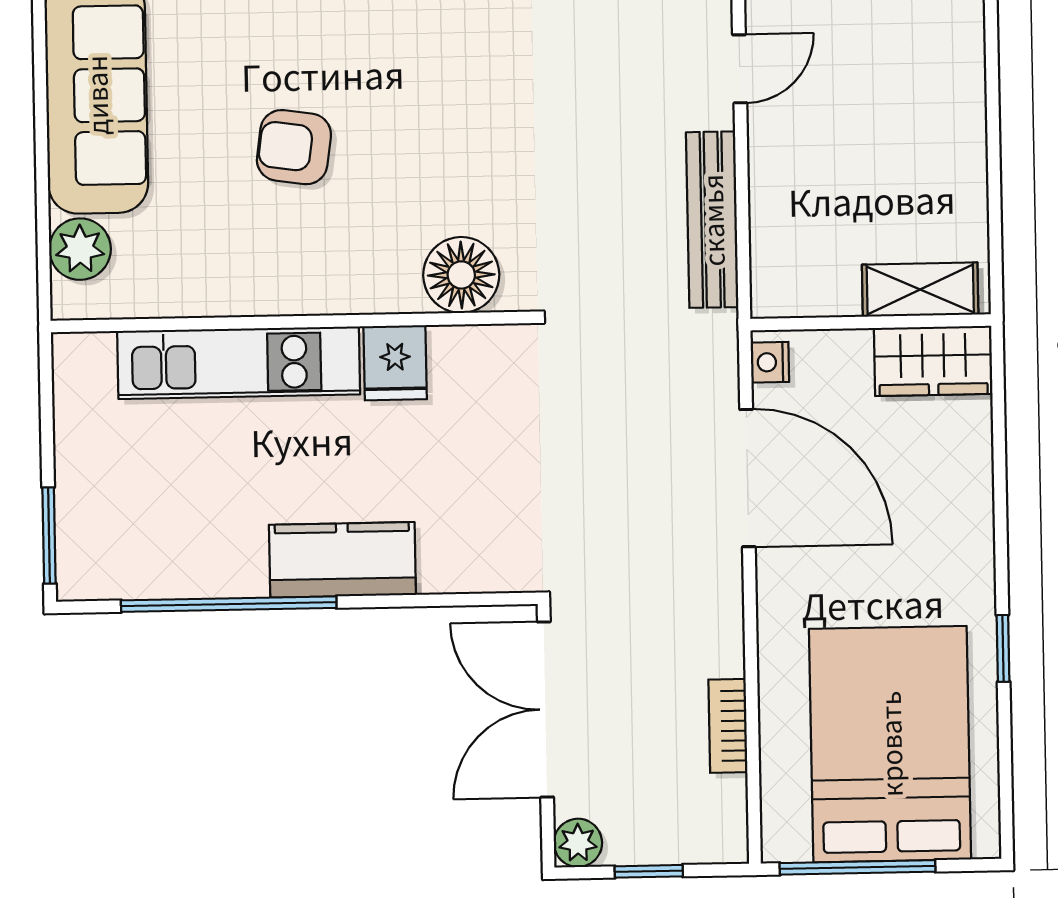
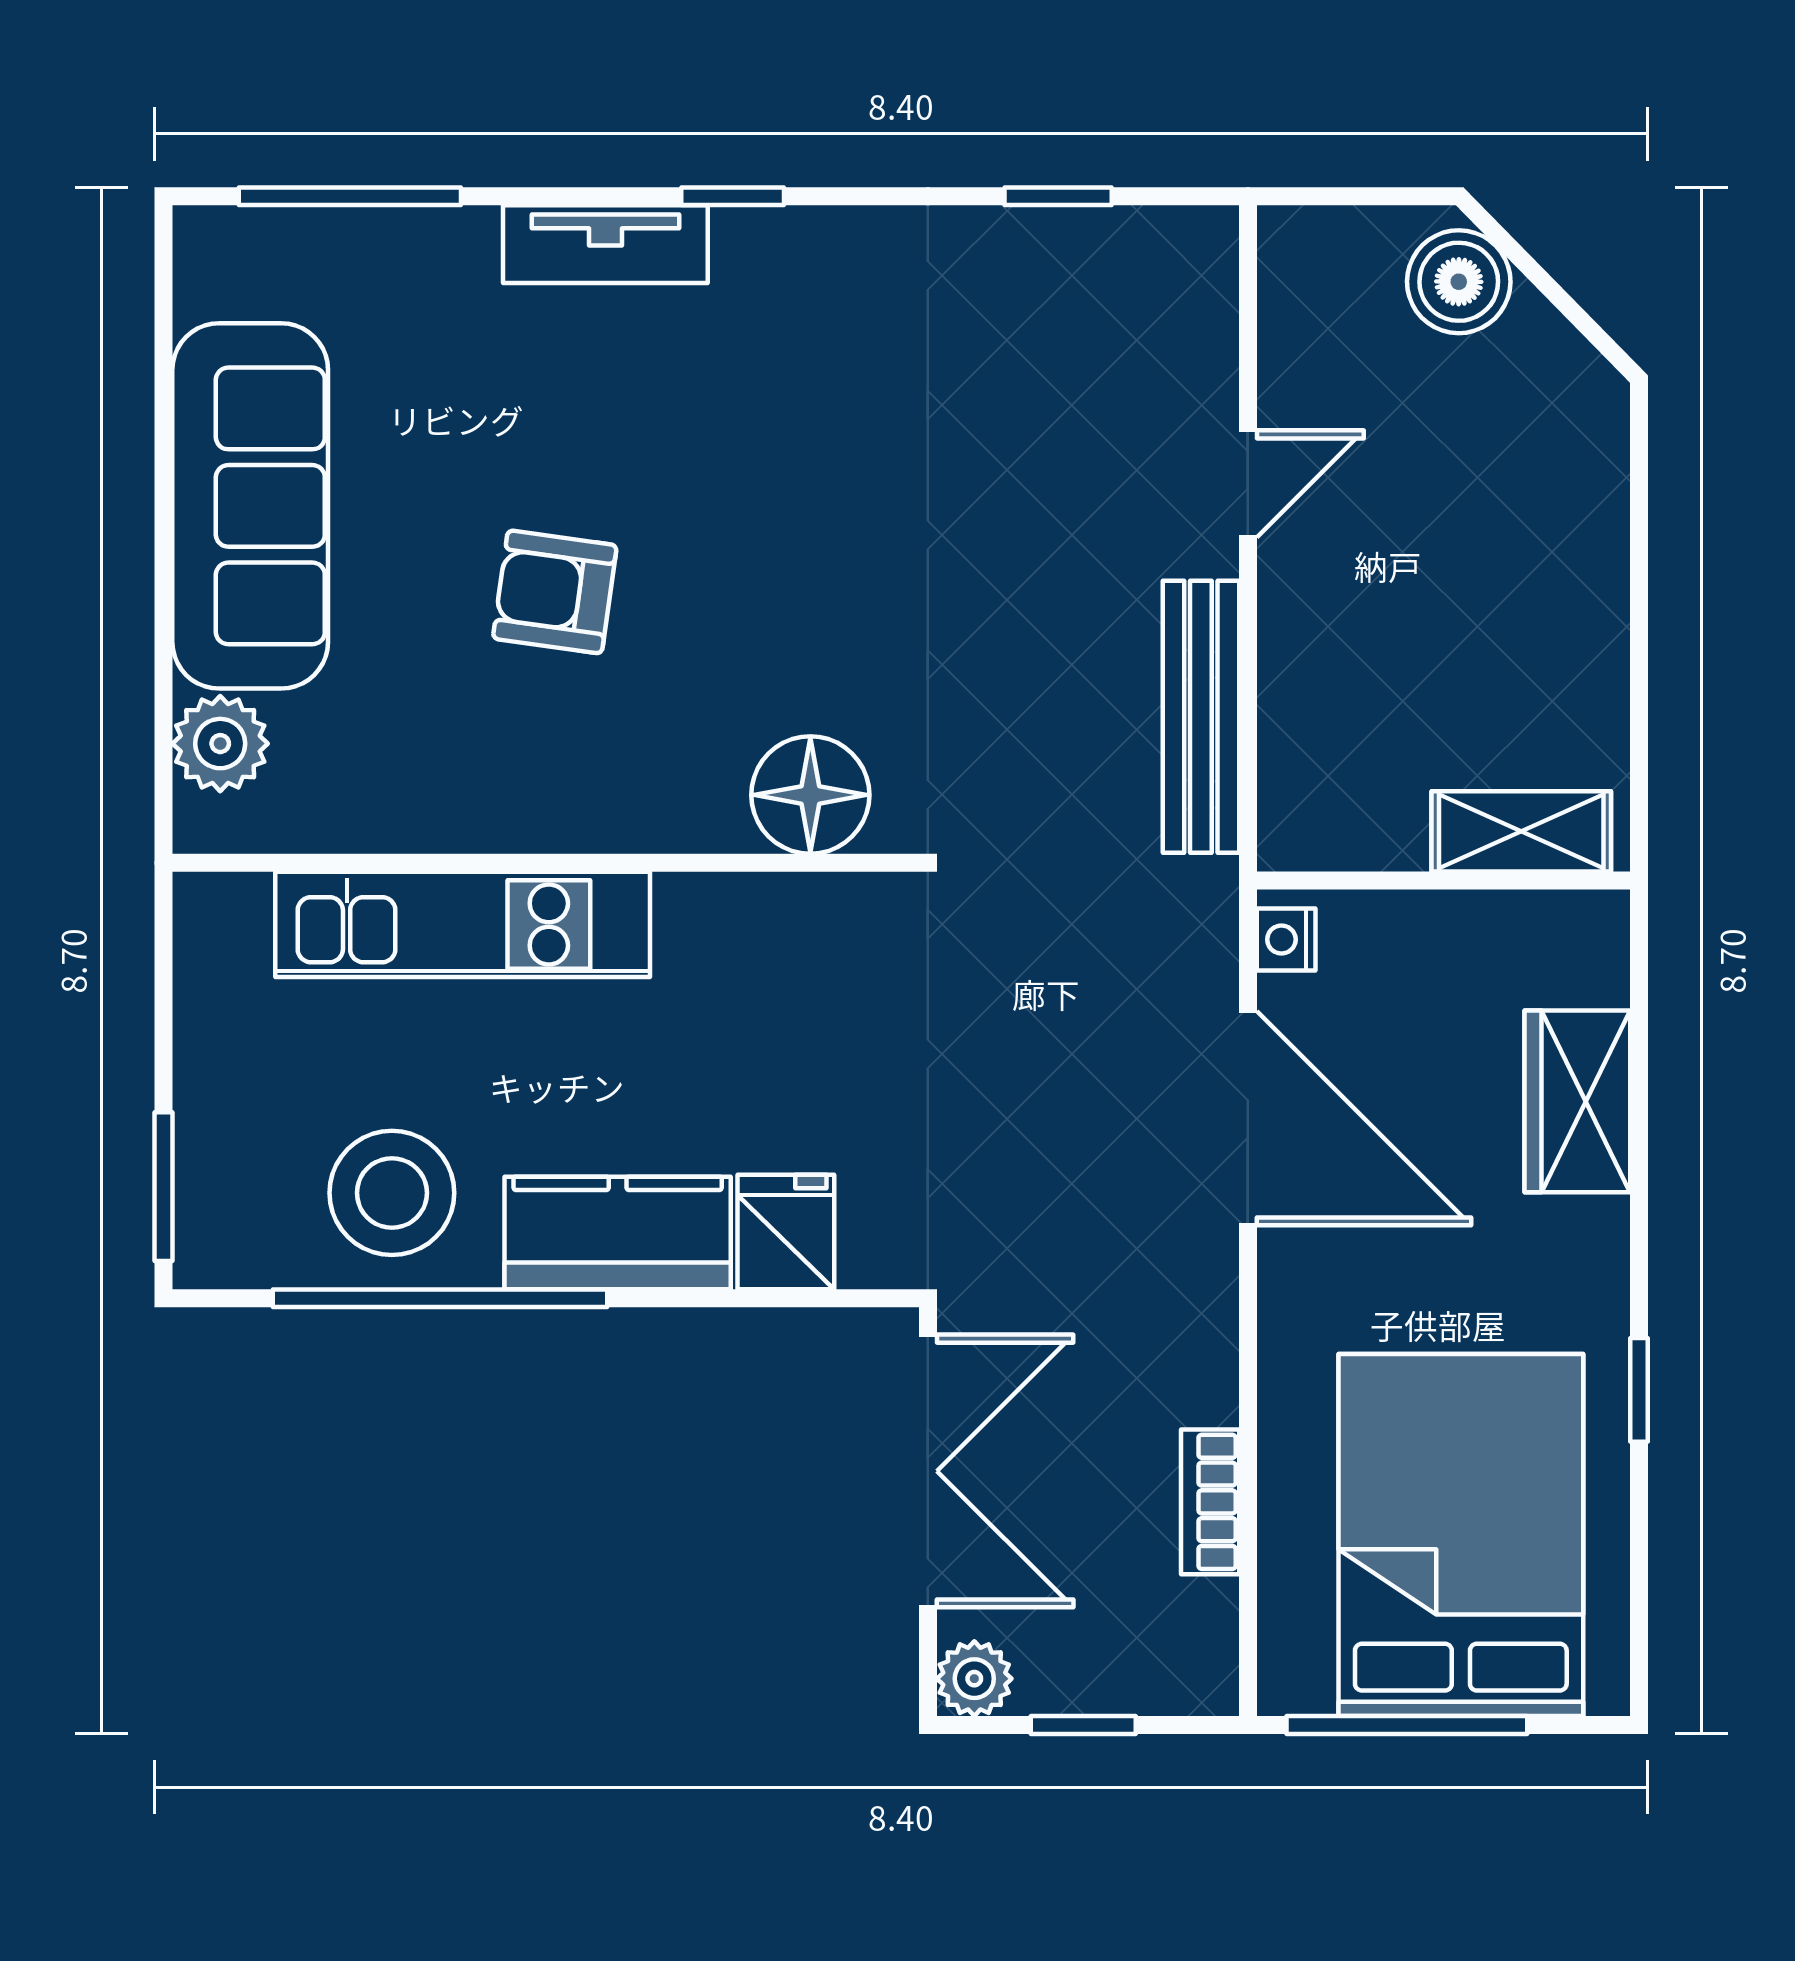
wardrobe: (933, 361) -> (1577, 1101), moved, turned 90
fridge: (395, 363) -> (786, 1232), moved, turned 180
stool: (196, 537) -> (392, 1193), added
double door: (545, 709) -> (928, 1471), swing flipped

